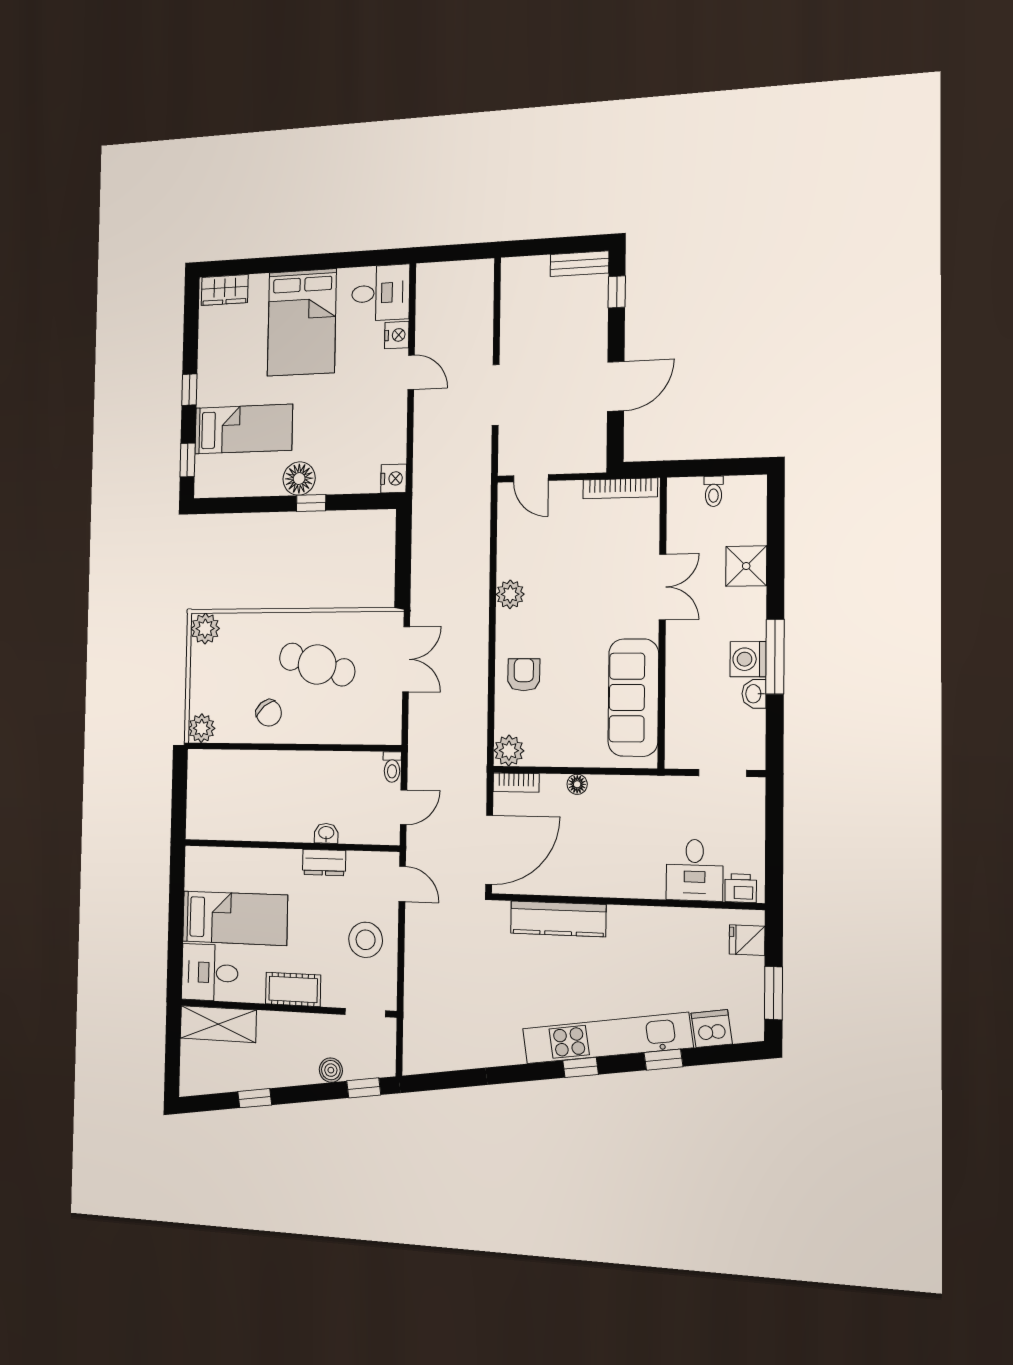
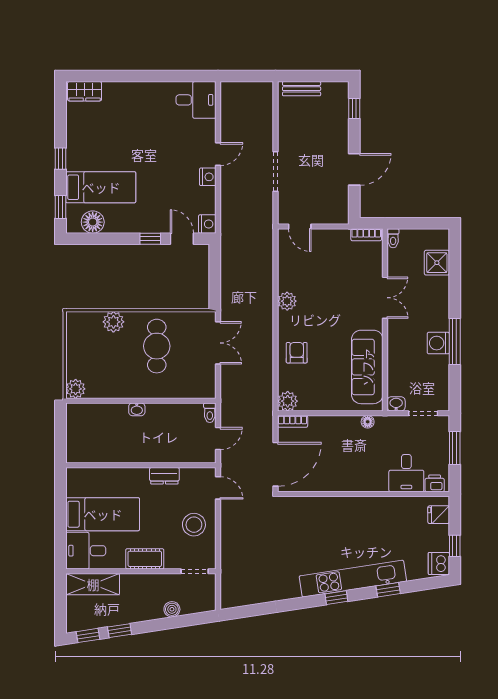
bench: (580, 264) -> (302, 89), moved
bed: (302, 322) -> (141, 117), removed
nightstand: (397, 335) -> (208, 177), moved
door: (411, 372) -> (218, 154), hinge flipped
floor lamp: (299, 479) -> (93, 222), moved
bookcase: (620, 488) -> (366, 235), width x0.64
toilet: (714, 491) -> (393, 238), moved
door: (356, 502) -> (182, 239), added
shower: (746, 566) -> (437, 263), moved
plant: (205, 629) -> (113, 322), moved
cafe table: (317, 664) -> (157, 346), turned 74
washbasin: (754, 694) -> (396, 404), moved, turned 90
chair: (269, 713) -> (124, 378), removed
floor lamp: (577, 784) -> (368, 422), moved
window: (774, 831) -> (455, 448), added
washbasin: (326, 833) -> (137, 409), moved, turned 180
kitchen counter: (558, 919) -> (321, 506), removed
window: (773, 993) -> (455, 546), width x0.67
dishwasher: (712, 1029) -> (439, 563), moved, turned -81
window: (364, 1088) -> (88, 635), moved

